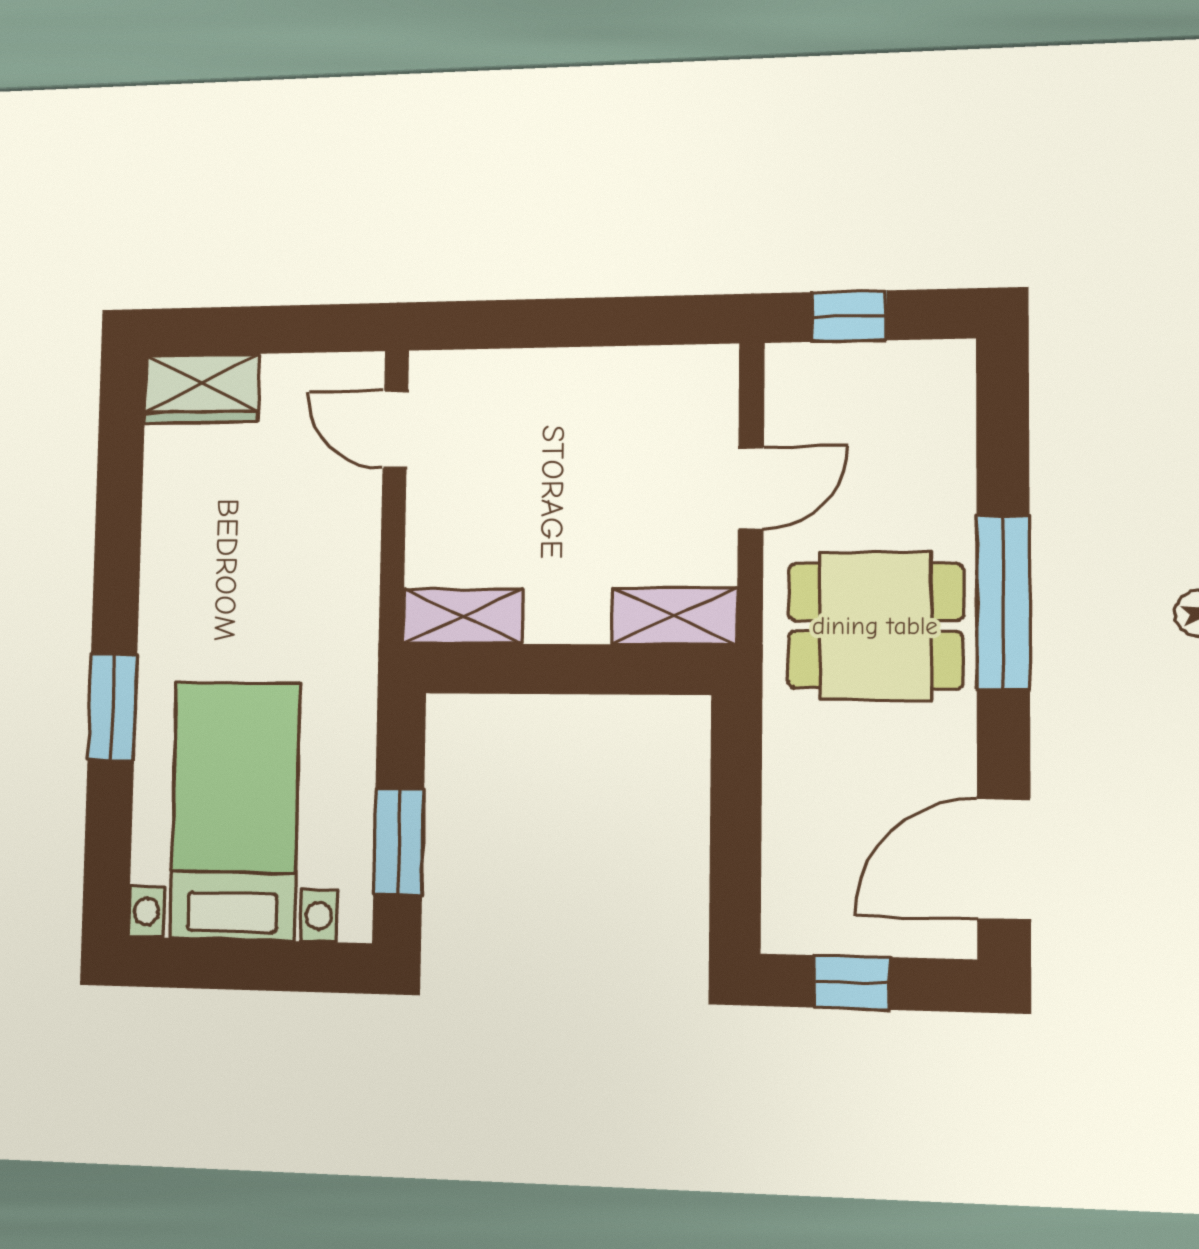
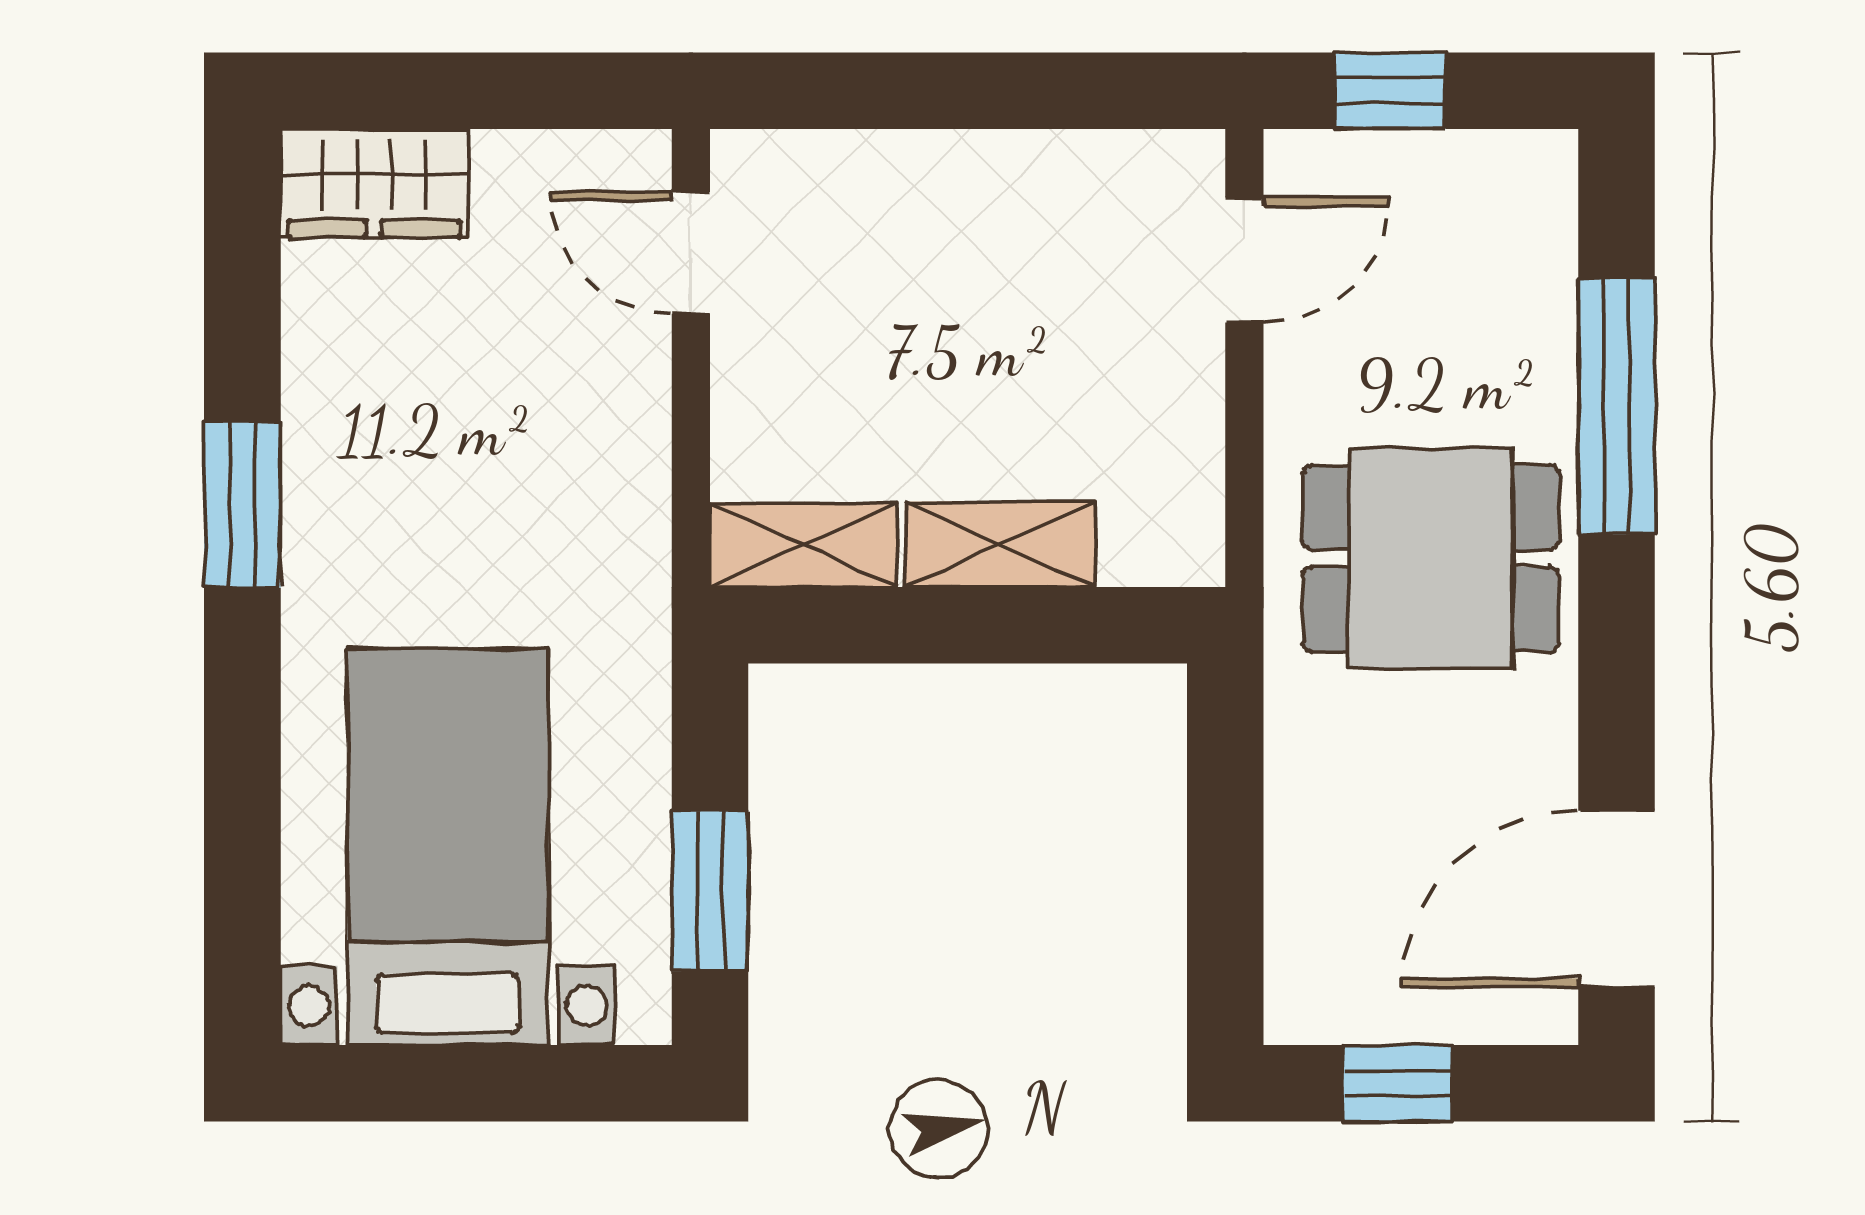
door: (751, 488) -> (1244, 260), moved
window: (1003, 602) -> (1617, 406), moved
shelving: (674, 616) -> (1000, 544), moved
window: (112, 707) -> (242, 505), moved

